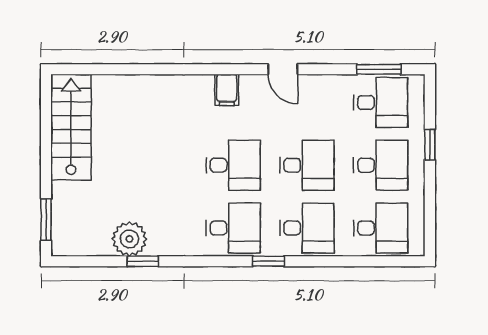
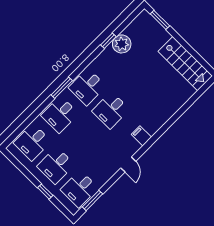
door: (283, 69) -> (128, 165), swing flipped
desk: (307, 165) -> (83, 138), removed
window: (268, 261) -> (62, 88), width x1.50

